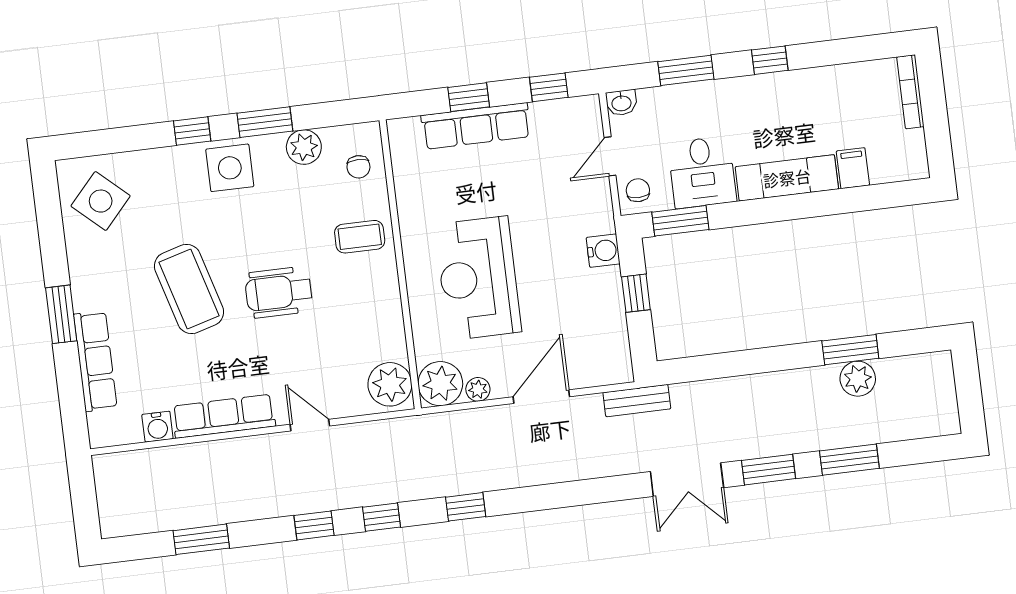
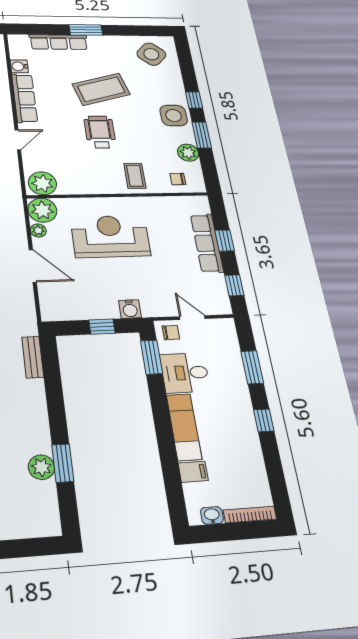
washbasin: (621, 103) -> (212, 515), moved, turned 90
bench: (637, 401) -> (33, 357), moved

